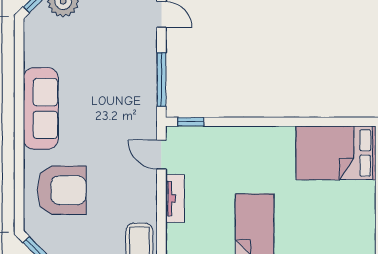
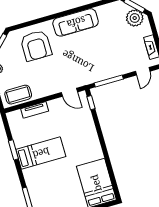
door: (161, 155) -> (69, 92), swing flipped
tv unit: (175, 198) -> (35, 110), moved

